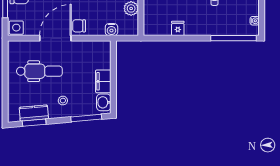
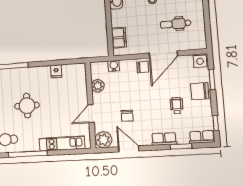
dental chair: (39, 71) -> (176, 24), width x0.73, depth x0.72
filing cabinet: (103, 81) -> (119, 38), moved

